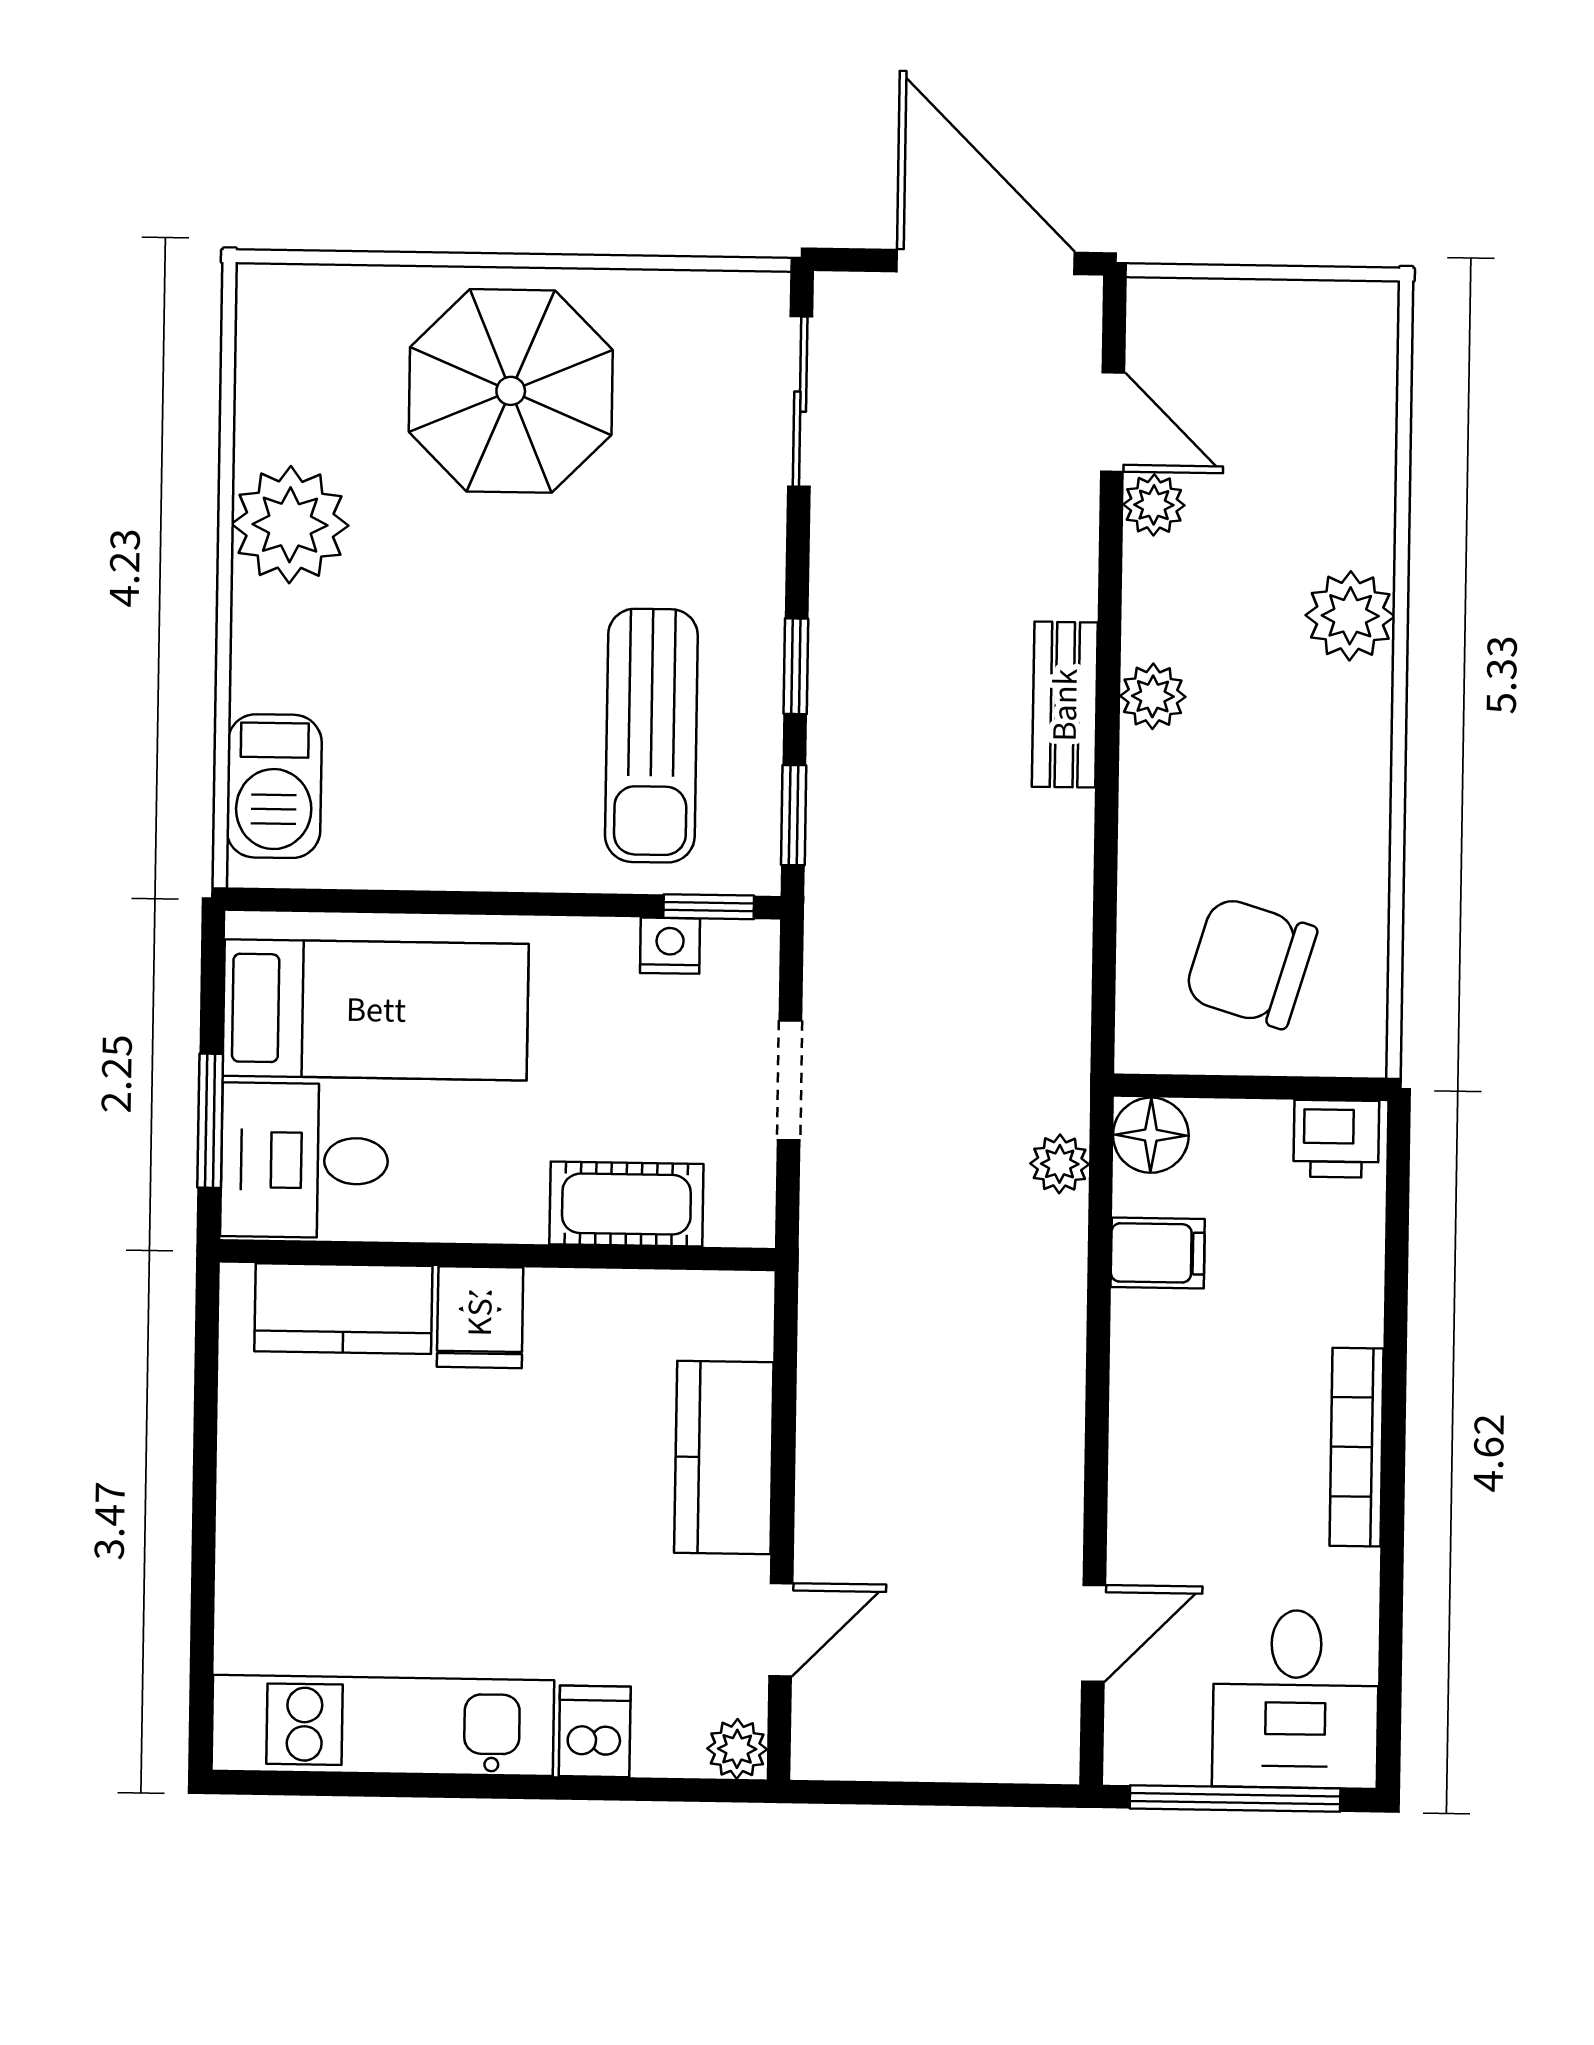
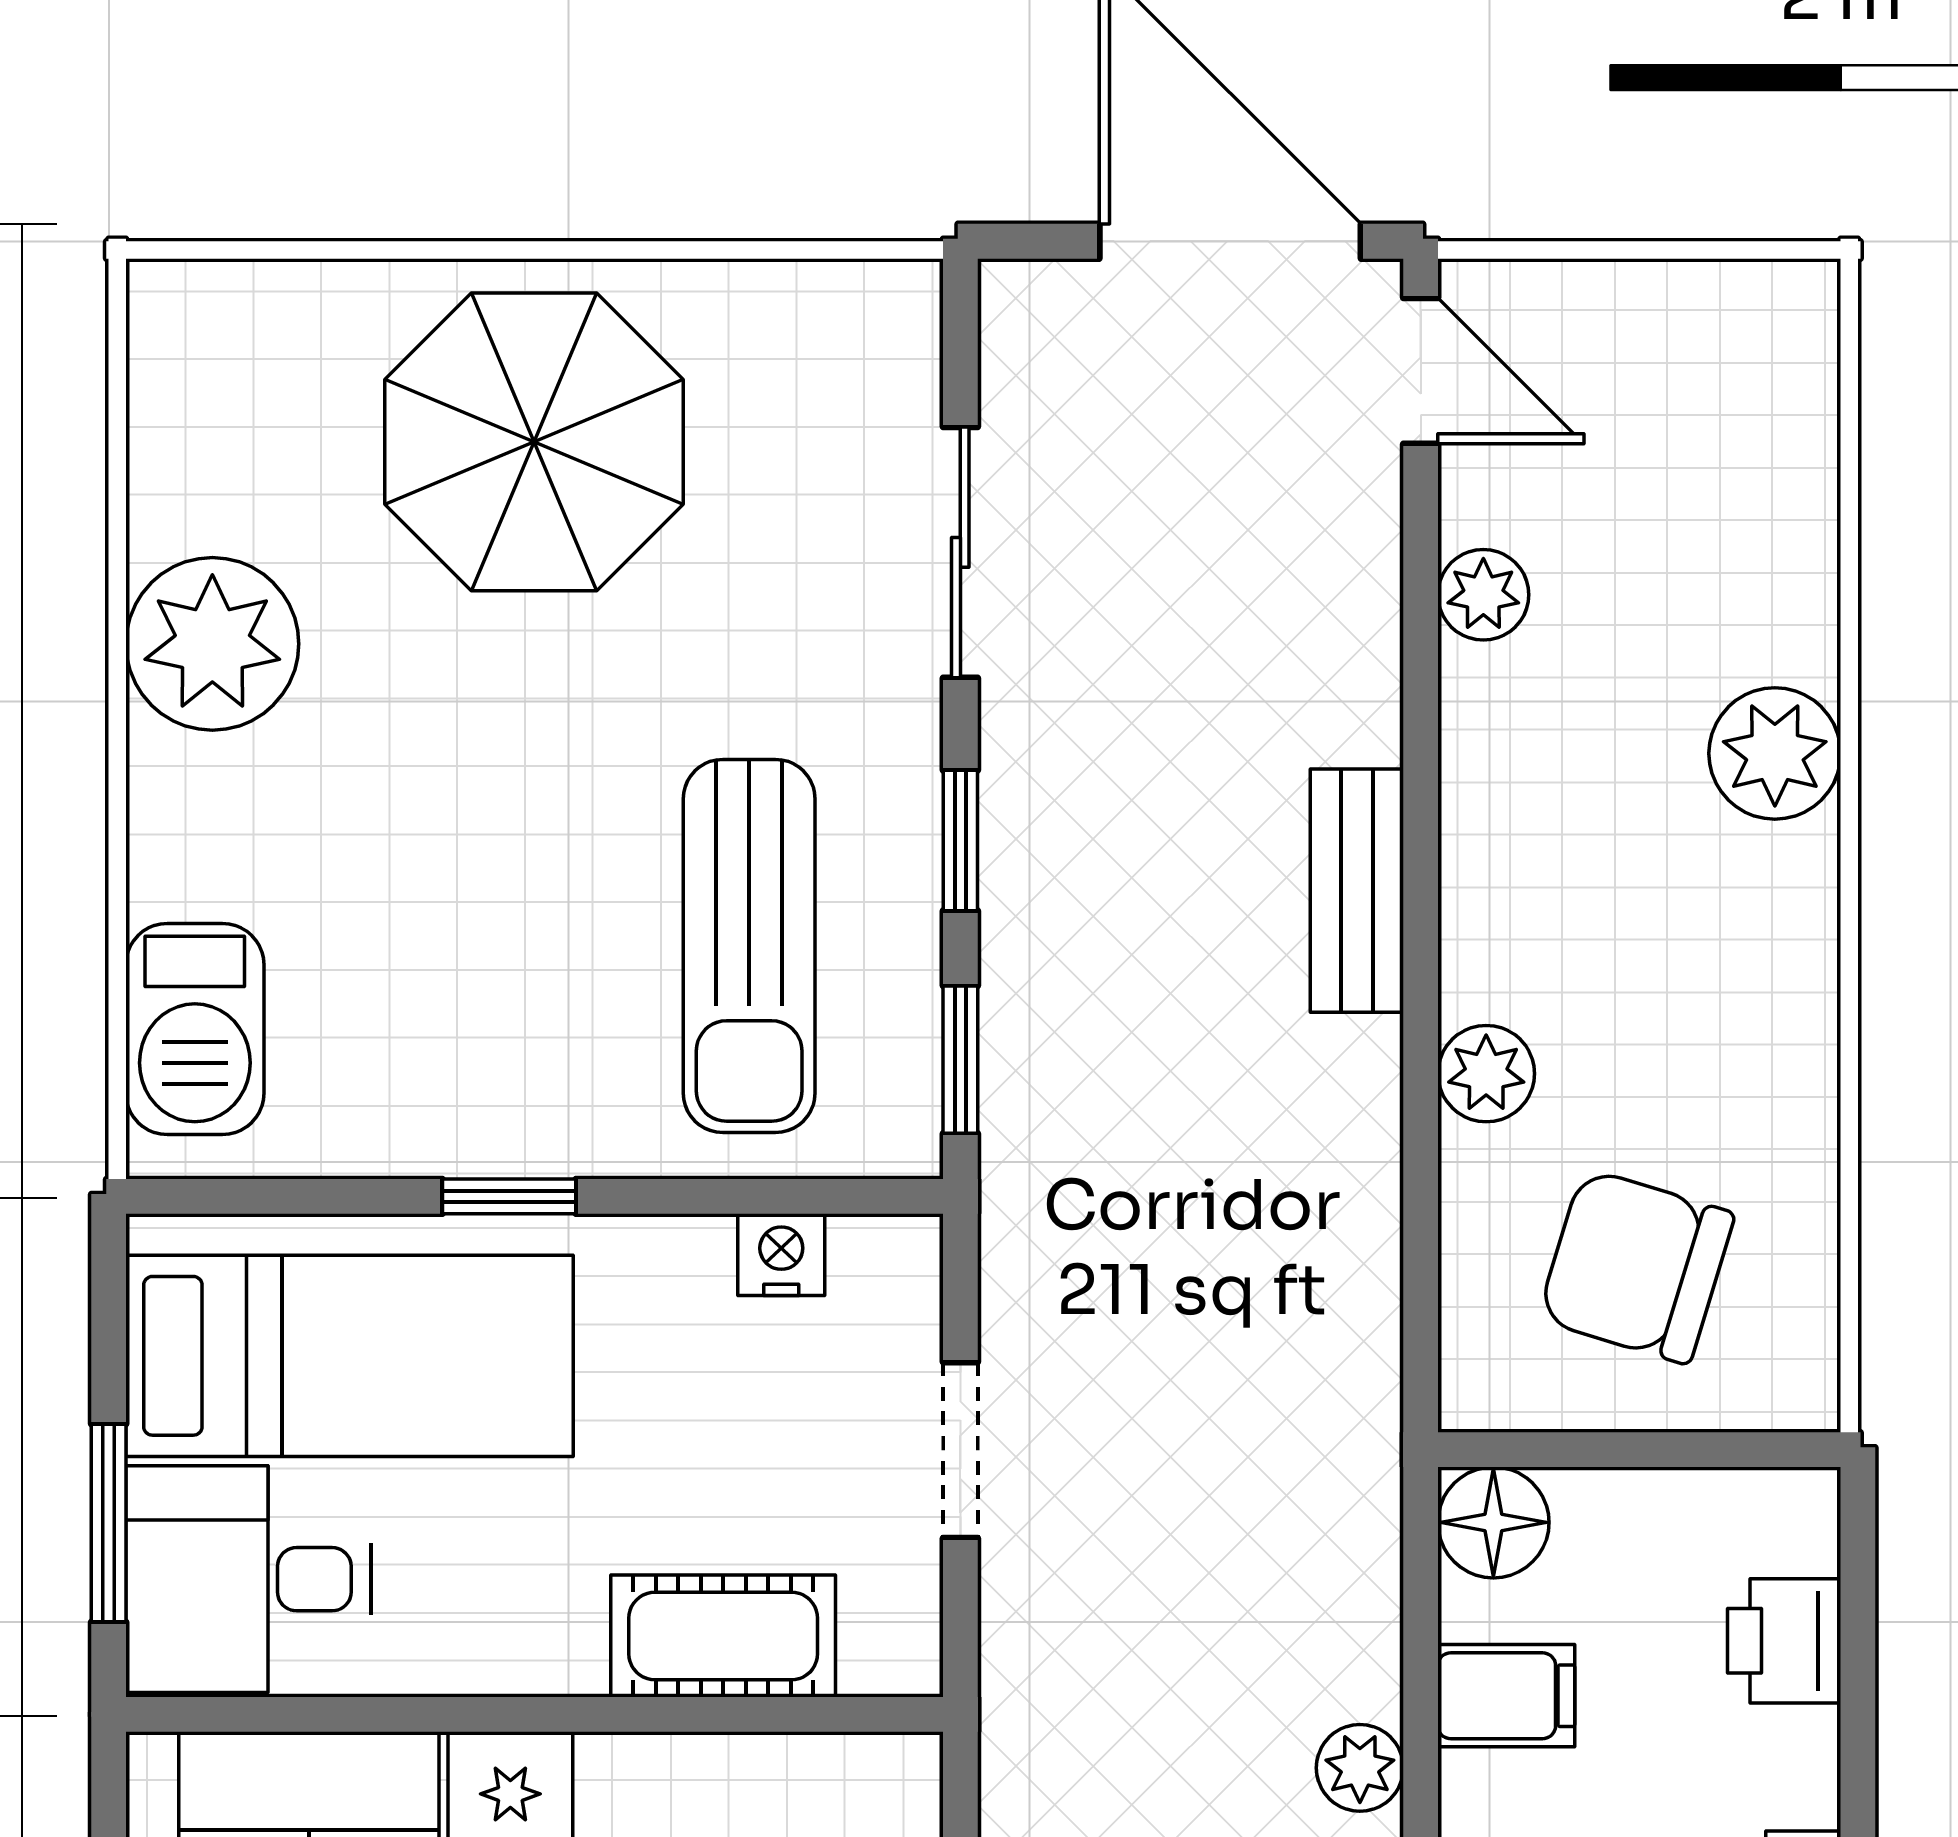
sliding door: (800, 402) -> (960, 552), moved
door: (1113, 422) -> (1421, 371), moved
plant: (1153, 696) -> (1486, 1074), moved
window: (709, 907) -> (509, 1196), moved
printer: (1336, 1139) -> (1784, 1641), moved, turned 90
plant: (1060, 1164) -> (1360, 1768), moved

